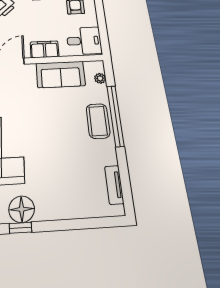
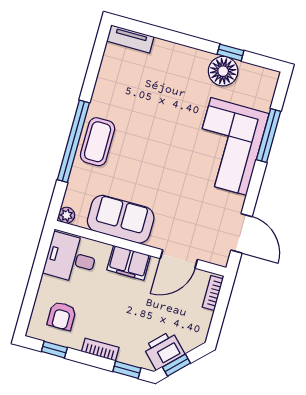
plant: (100, 78) -> (67, 215), moved
tv unit: (114, 185) -> (130, 39), moved, turned 90

